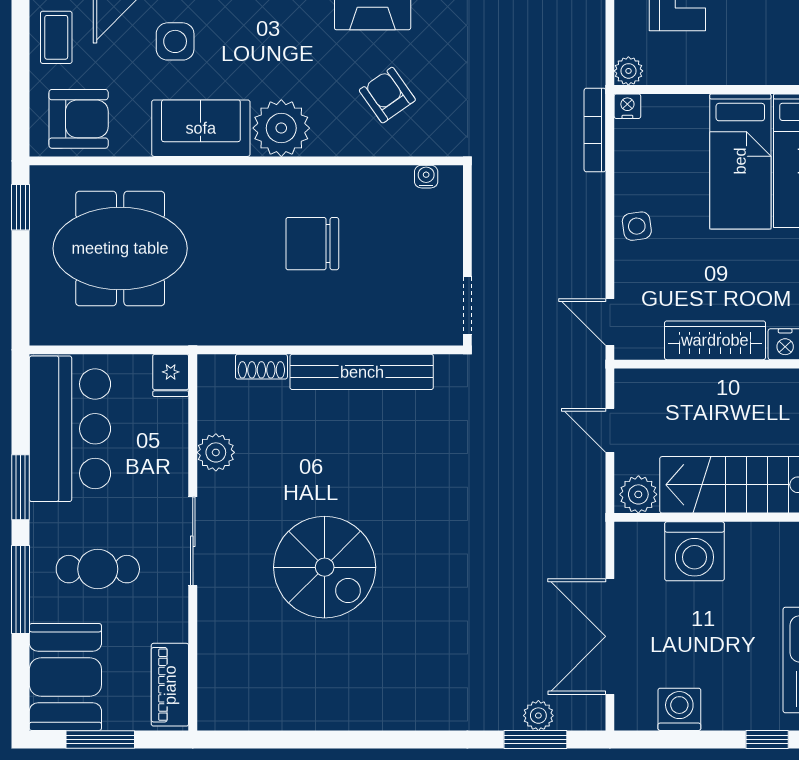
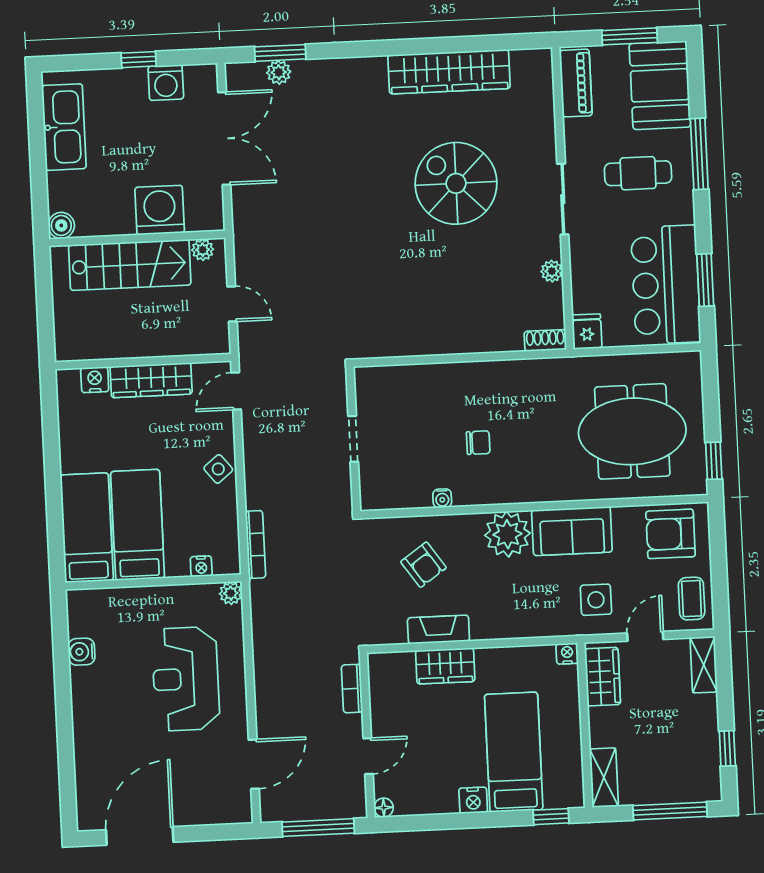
nightstand: (627, 106) -> (201, 566), moved
water cooler: (426, 177) -> (442, 498), moved
side table: (637, 226) -> (218, 469), turned -31
chair: (312, 244) -> (478, 443), width x0.54, depth x0.54
doorway: (467, 305) -> (353, 439), moved
door: (610, 322) -> (236, 391), swing flipped
shoe rack: (261, 367) -> (545, 340), moved
bench: (362, 372) -> (434, 342), removed
plant: (216, 452) -> (552, 271), width x0.73, depth x0.73
window: (21, 487) -> (705, 280), moved
plant: (638, 494) -> (203, 250), width x0.73, depth x0.73
wardrobe: (327, 706) -> (449, 72), added
window: (767, 740) -> (139, 60), moved

